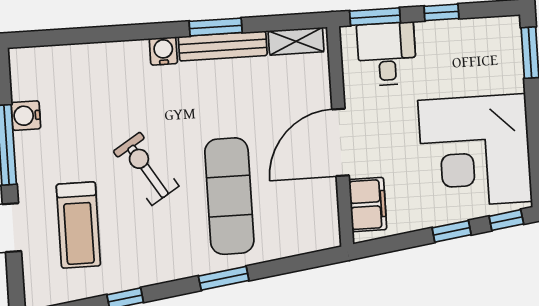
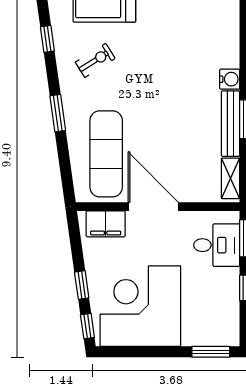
exercise bike: (146, 169) -> (95, 60), moved, width x0.73, depth x0.72
exercise mat: (229, 196) -> (106, 154), moved, turned 90

